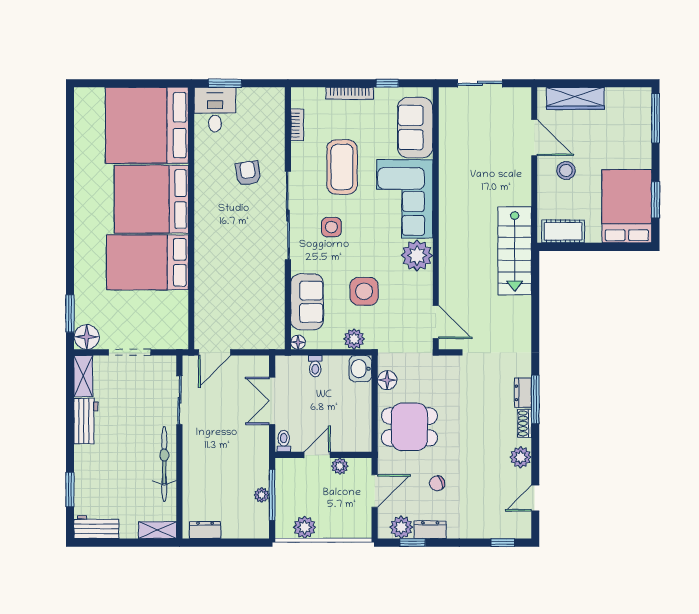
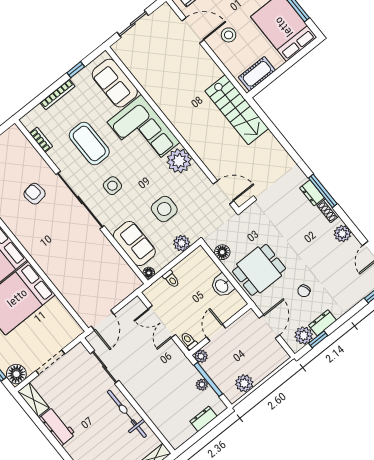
washbasin: (360, 369) -> (222, 286), moved
plant: (340, 466) -> (201, 356), moved
dresser: (205, 530) -> (203, 419), moved

